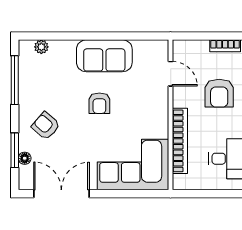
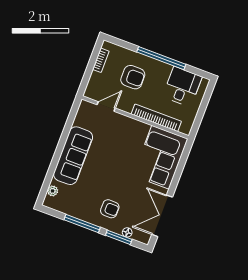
sofa: (104, 56) -> (73, 156), width x1.36
window: (15, 80) -> (82, 223), moved
armchair: (99, 103) -> (108, 165), removed
armchair: (46, 126) -> (110, 209), turned -131

